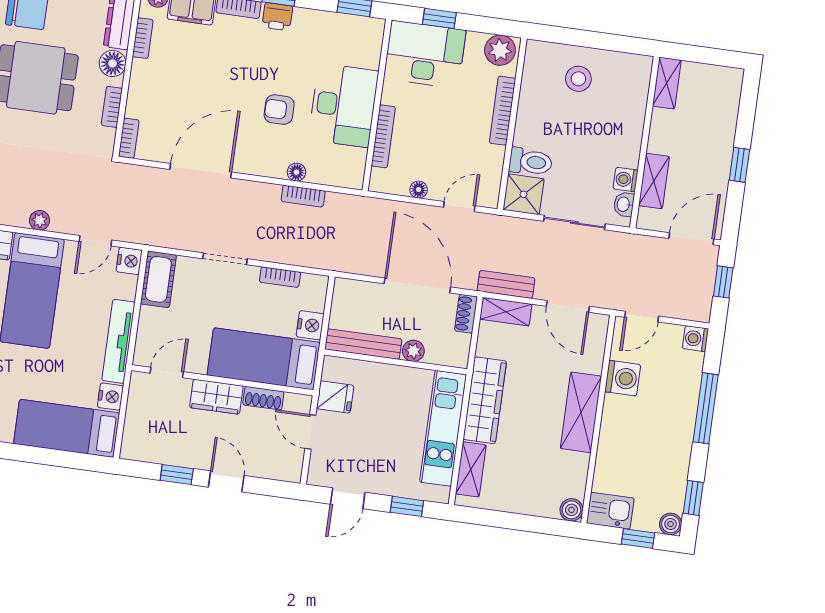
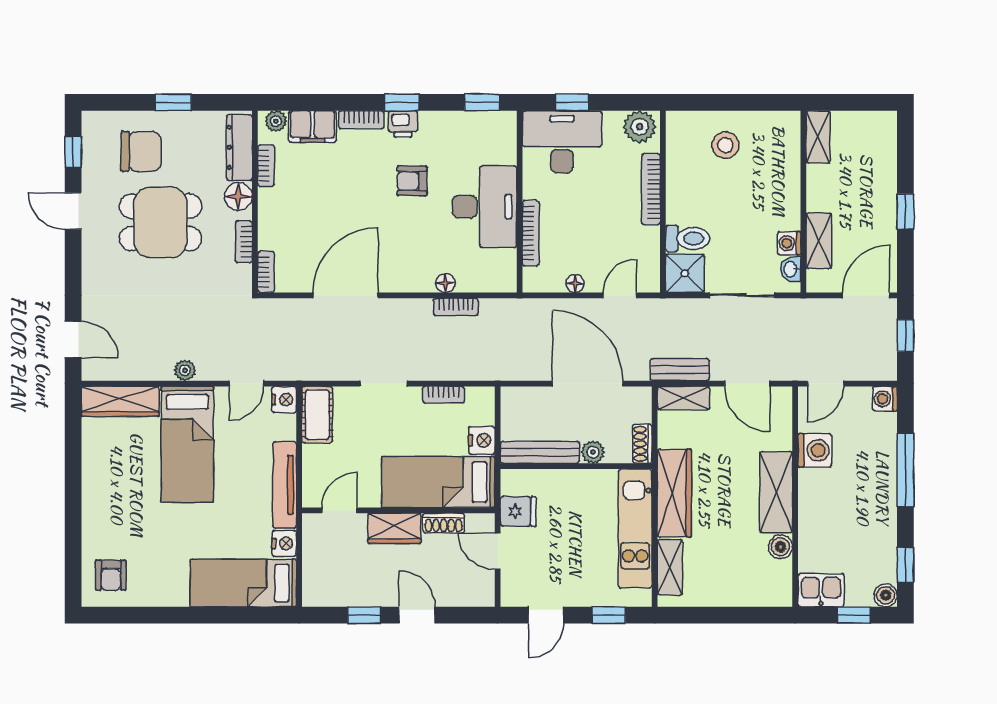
armchair: (279, 110) -> (412, 181), moved
shoe rack: (466, 314) -> (642, 444), moved
boiler: (571, 510) -> (780, 547), moved

